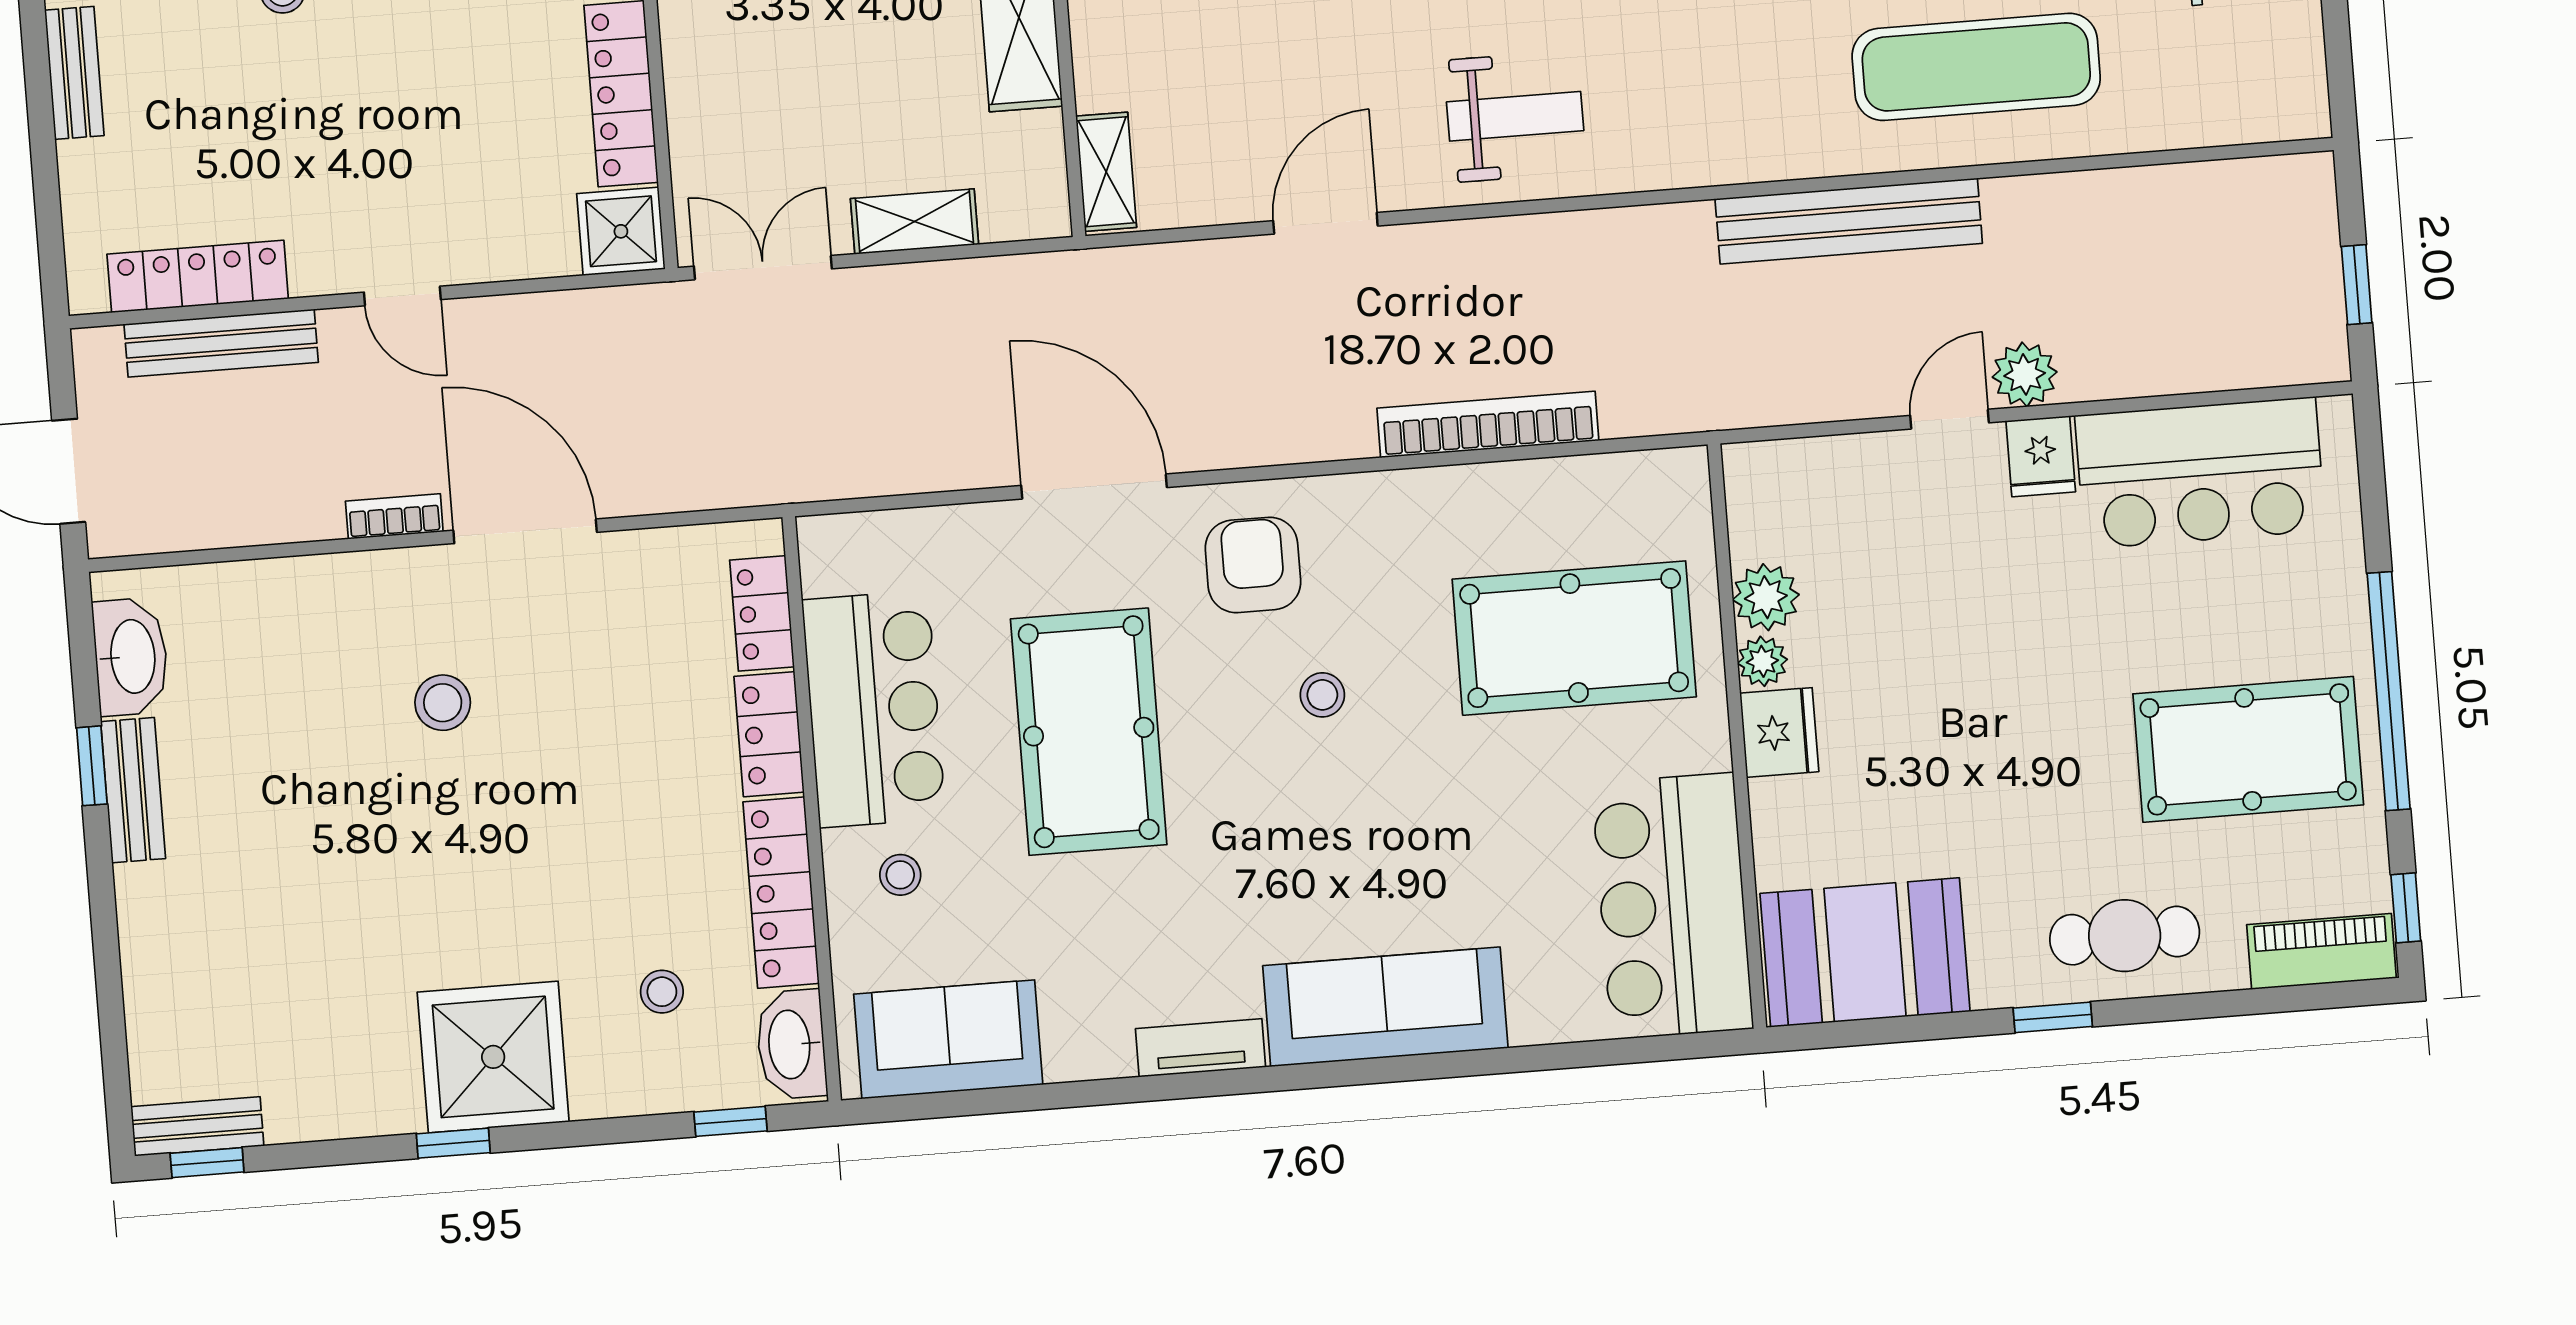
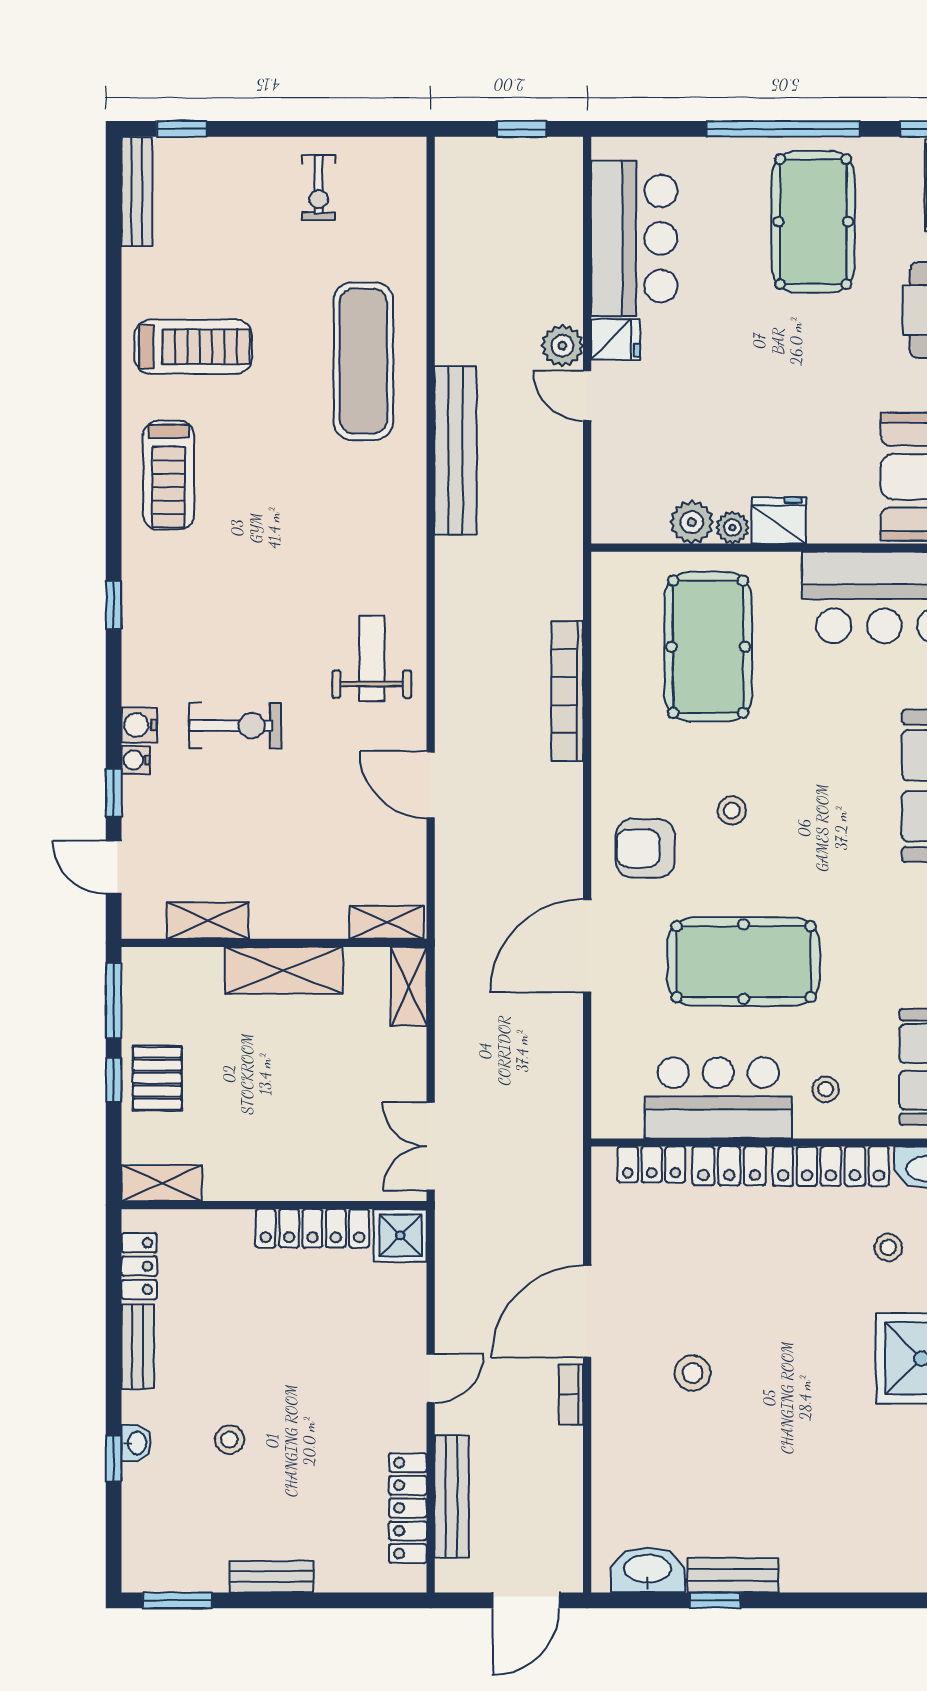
shelving: (914, 221) -> (409, 987), moved

